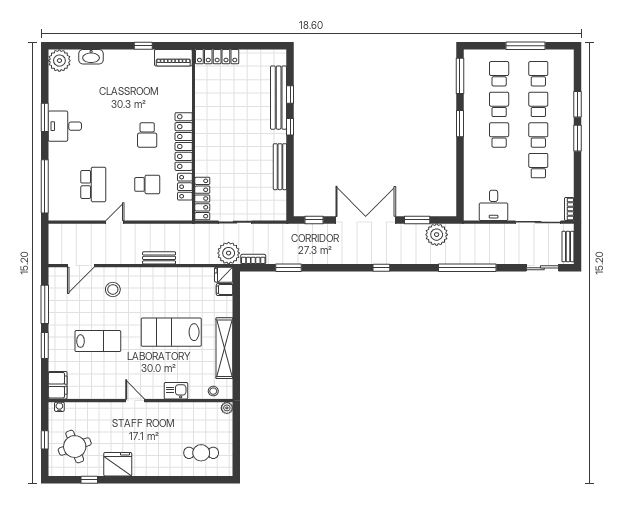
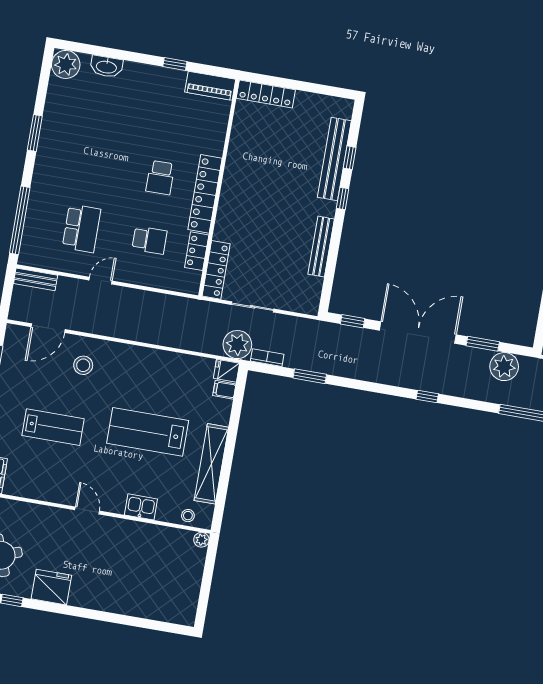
desk: (65, 126) -> (58, 148), removed
bench: (159, 258) -> (36, 279), moved
cafe table: (201, 453) -> (159, 591), removed

